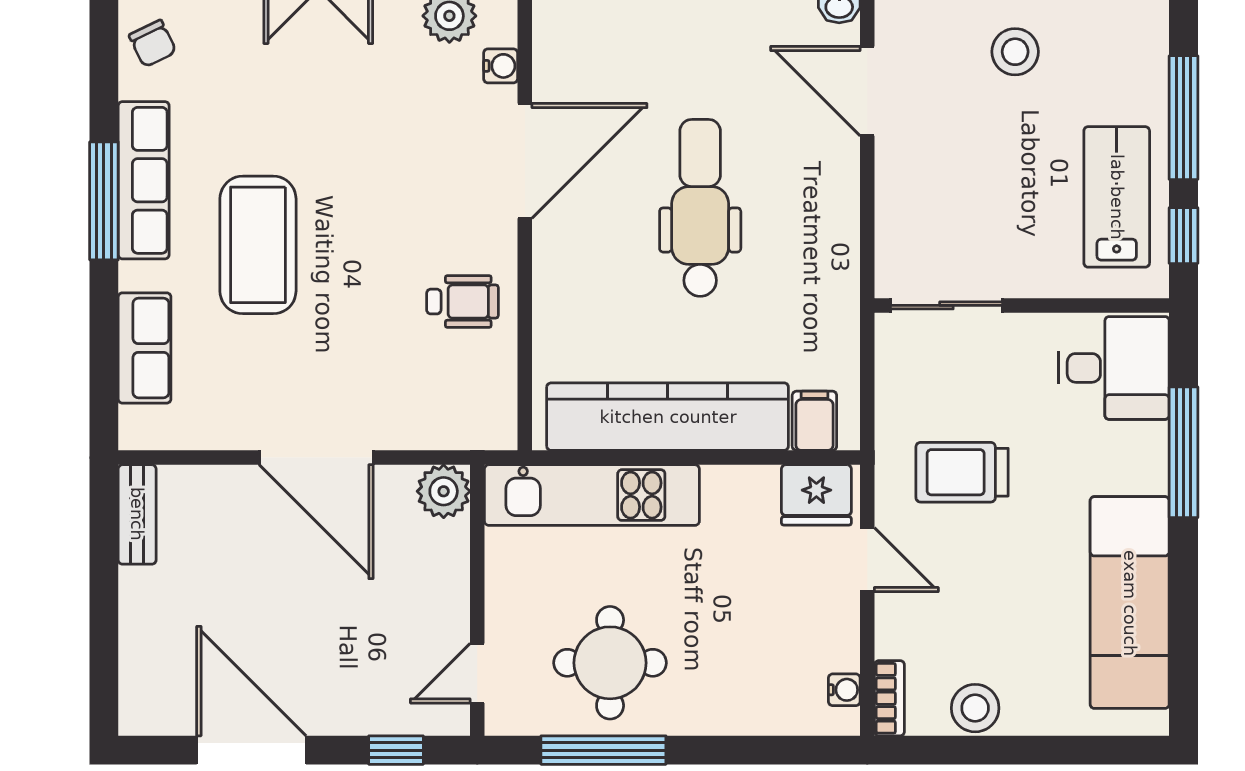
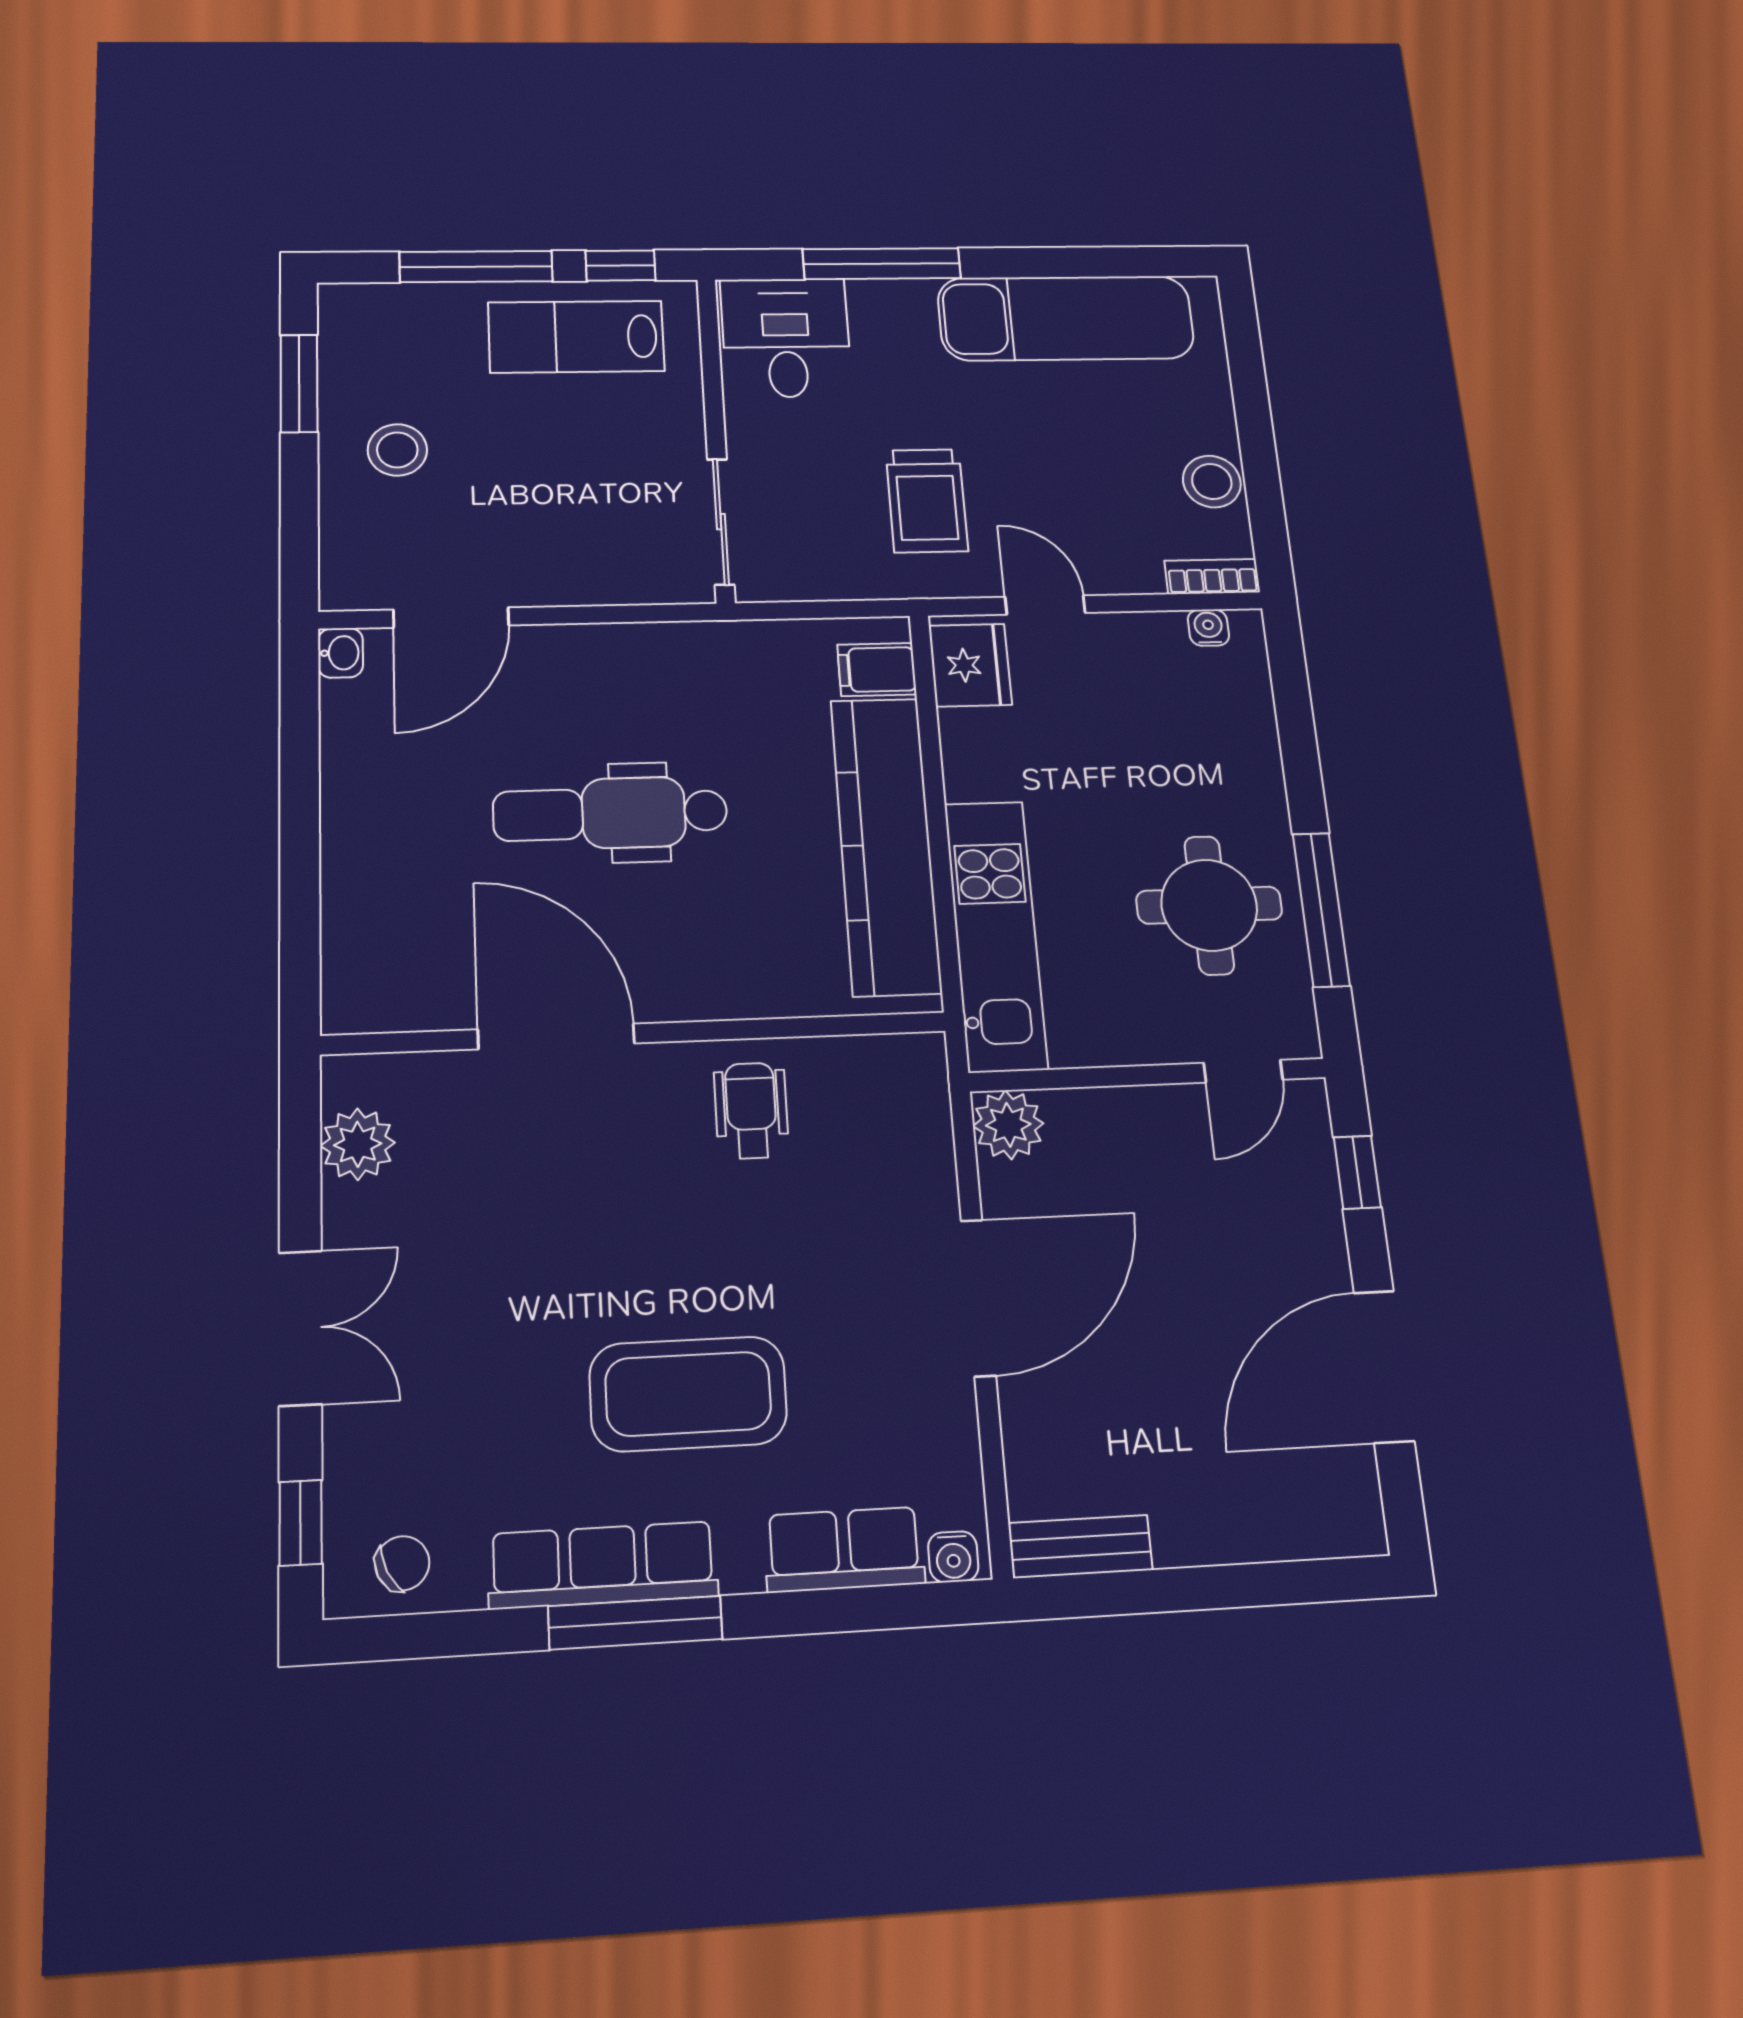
water cooler: (501, 66) -> (953, 1557), moved, turned 180
door: (867, 560) -> (1045, 605), hinge flipped
door: (477, 673) -> (1243, 1071), hinge flipped

